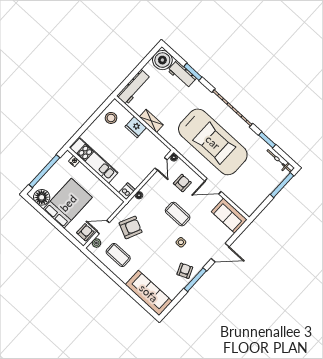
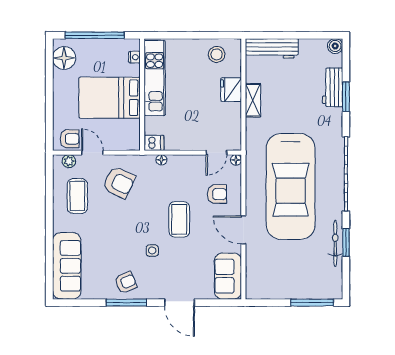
boiler: (162, 60) -> (335, 46), width x0.54, depth x0.54
bicycle: (279, 161) -> (335, 243), moved
bed: (68, 203) -> (109, 98), moved, turned 180

